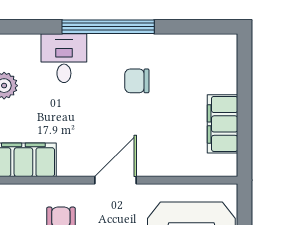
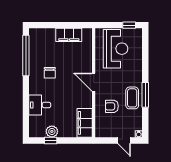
window: (108, 27) -> (26, 56), moved

